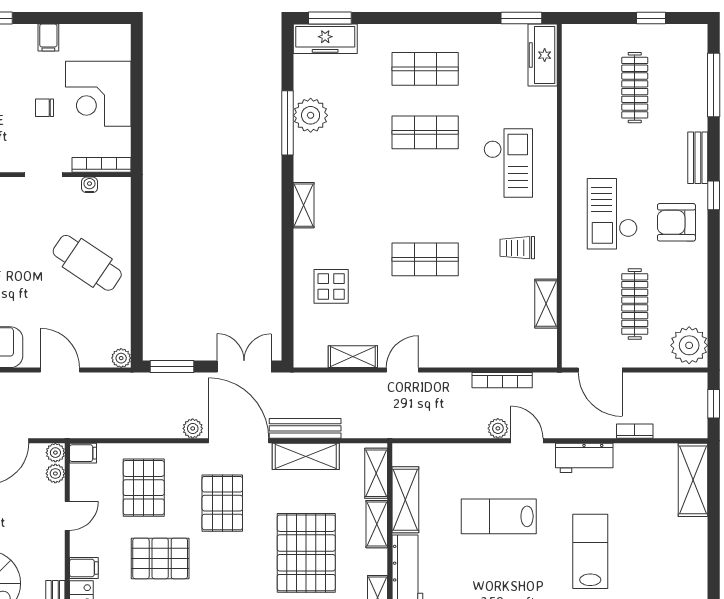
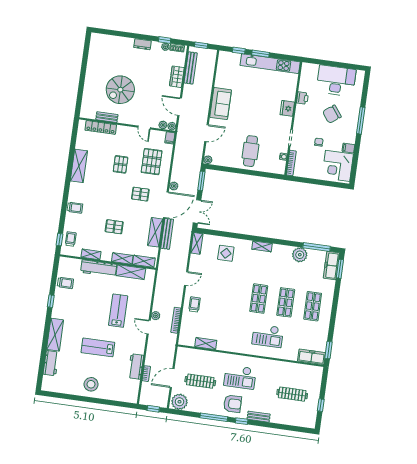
window: (714, 85) -> (214, 417), moved
corner desk: (98, 94) -> (338, 166), moved, turned -90
window: (287, 123) -> (317, 247), moved
checkout: (612, 214) -> (240, 377), turned 180
armchair: (676, 222) -> (232, 404), turned 89
trolley: (517, 248) -> (195, 304), moved
shop shelf: (425, 259) -> (259, 299), moved
cafe table: (87, 263) -> (250, 151), turned -34
shelving: (353, 357) -> (197, 243), moved
door: (402, 370) -> (186, 279), hinge flipped
door: (600, 370) -> (172, 378), moved
door: (527, 441) -> (149, 327), swing flipped
workbench: (584, 458) -> (136, 366), moved
shelving: (693, 480) -> (122, 395), removed
pallet: (144, 488) -> (152, 162), turned 90
pallet: (222, 503) -> (140, 194), width x0.67, depth x0.71
lab bench: (590, 551) -> (98, 347), turned 180
pallet: (306, 553) -> (114, 227), width x0.49, depth x0.50
stool: (677, 555) -> (91, 384), added
pallet: (160, 558) -> (121, 164), width x0.67, depth x0.71
filing cabinet: (84, 568) -> (121, 131), removed

